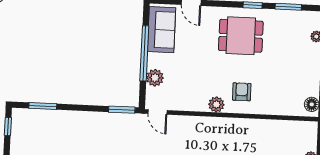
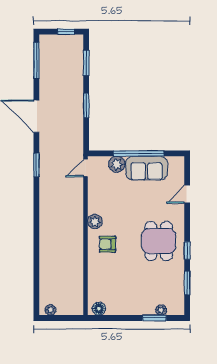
sofa: (161, 30) -> (147, 168), moved
armchair: (242, 92) -> (108, 244), turned 180
window: (122, 110) -> (86, 106), moved

